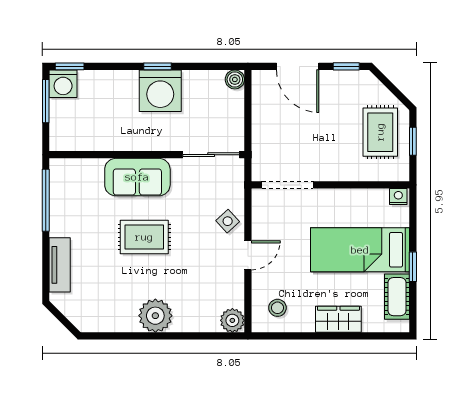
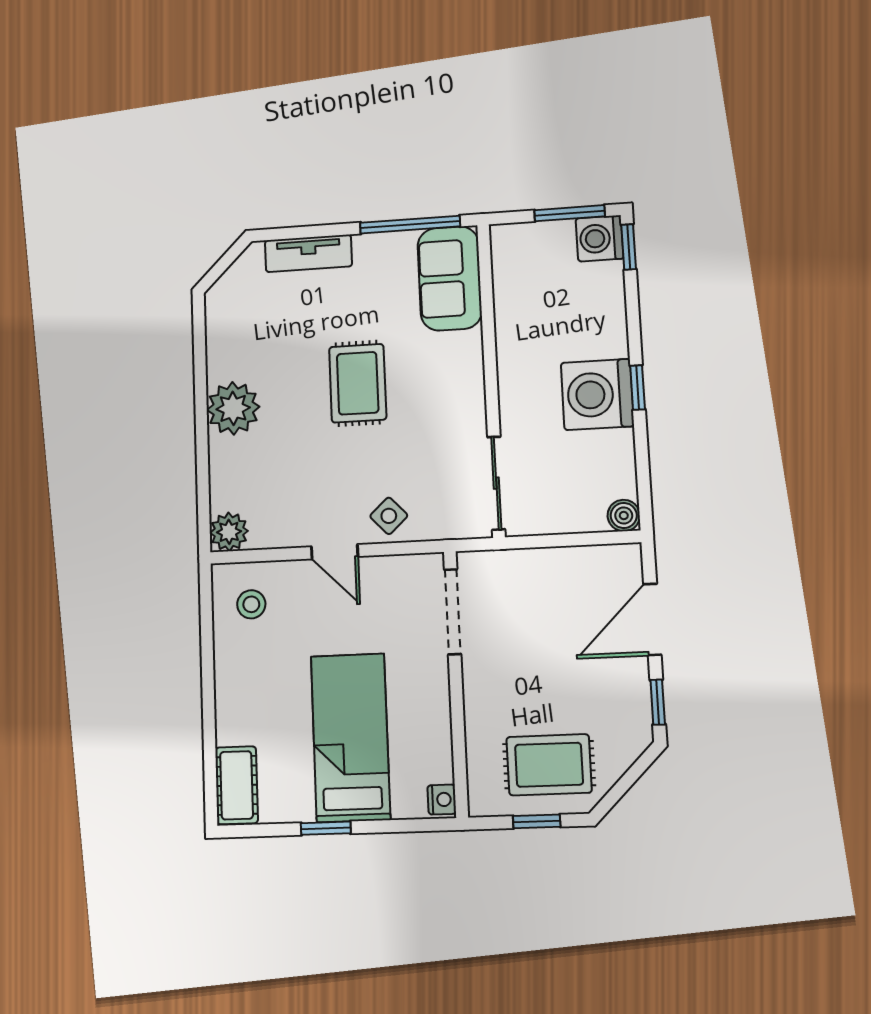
sofa: (137, 177) -> (450, 278), moved
cot: (397, 297) -> (237, 785), moved, turned 90
wardrobe: (338, 319) -> (236, 706), removed

